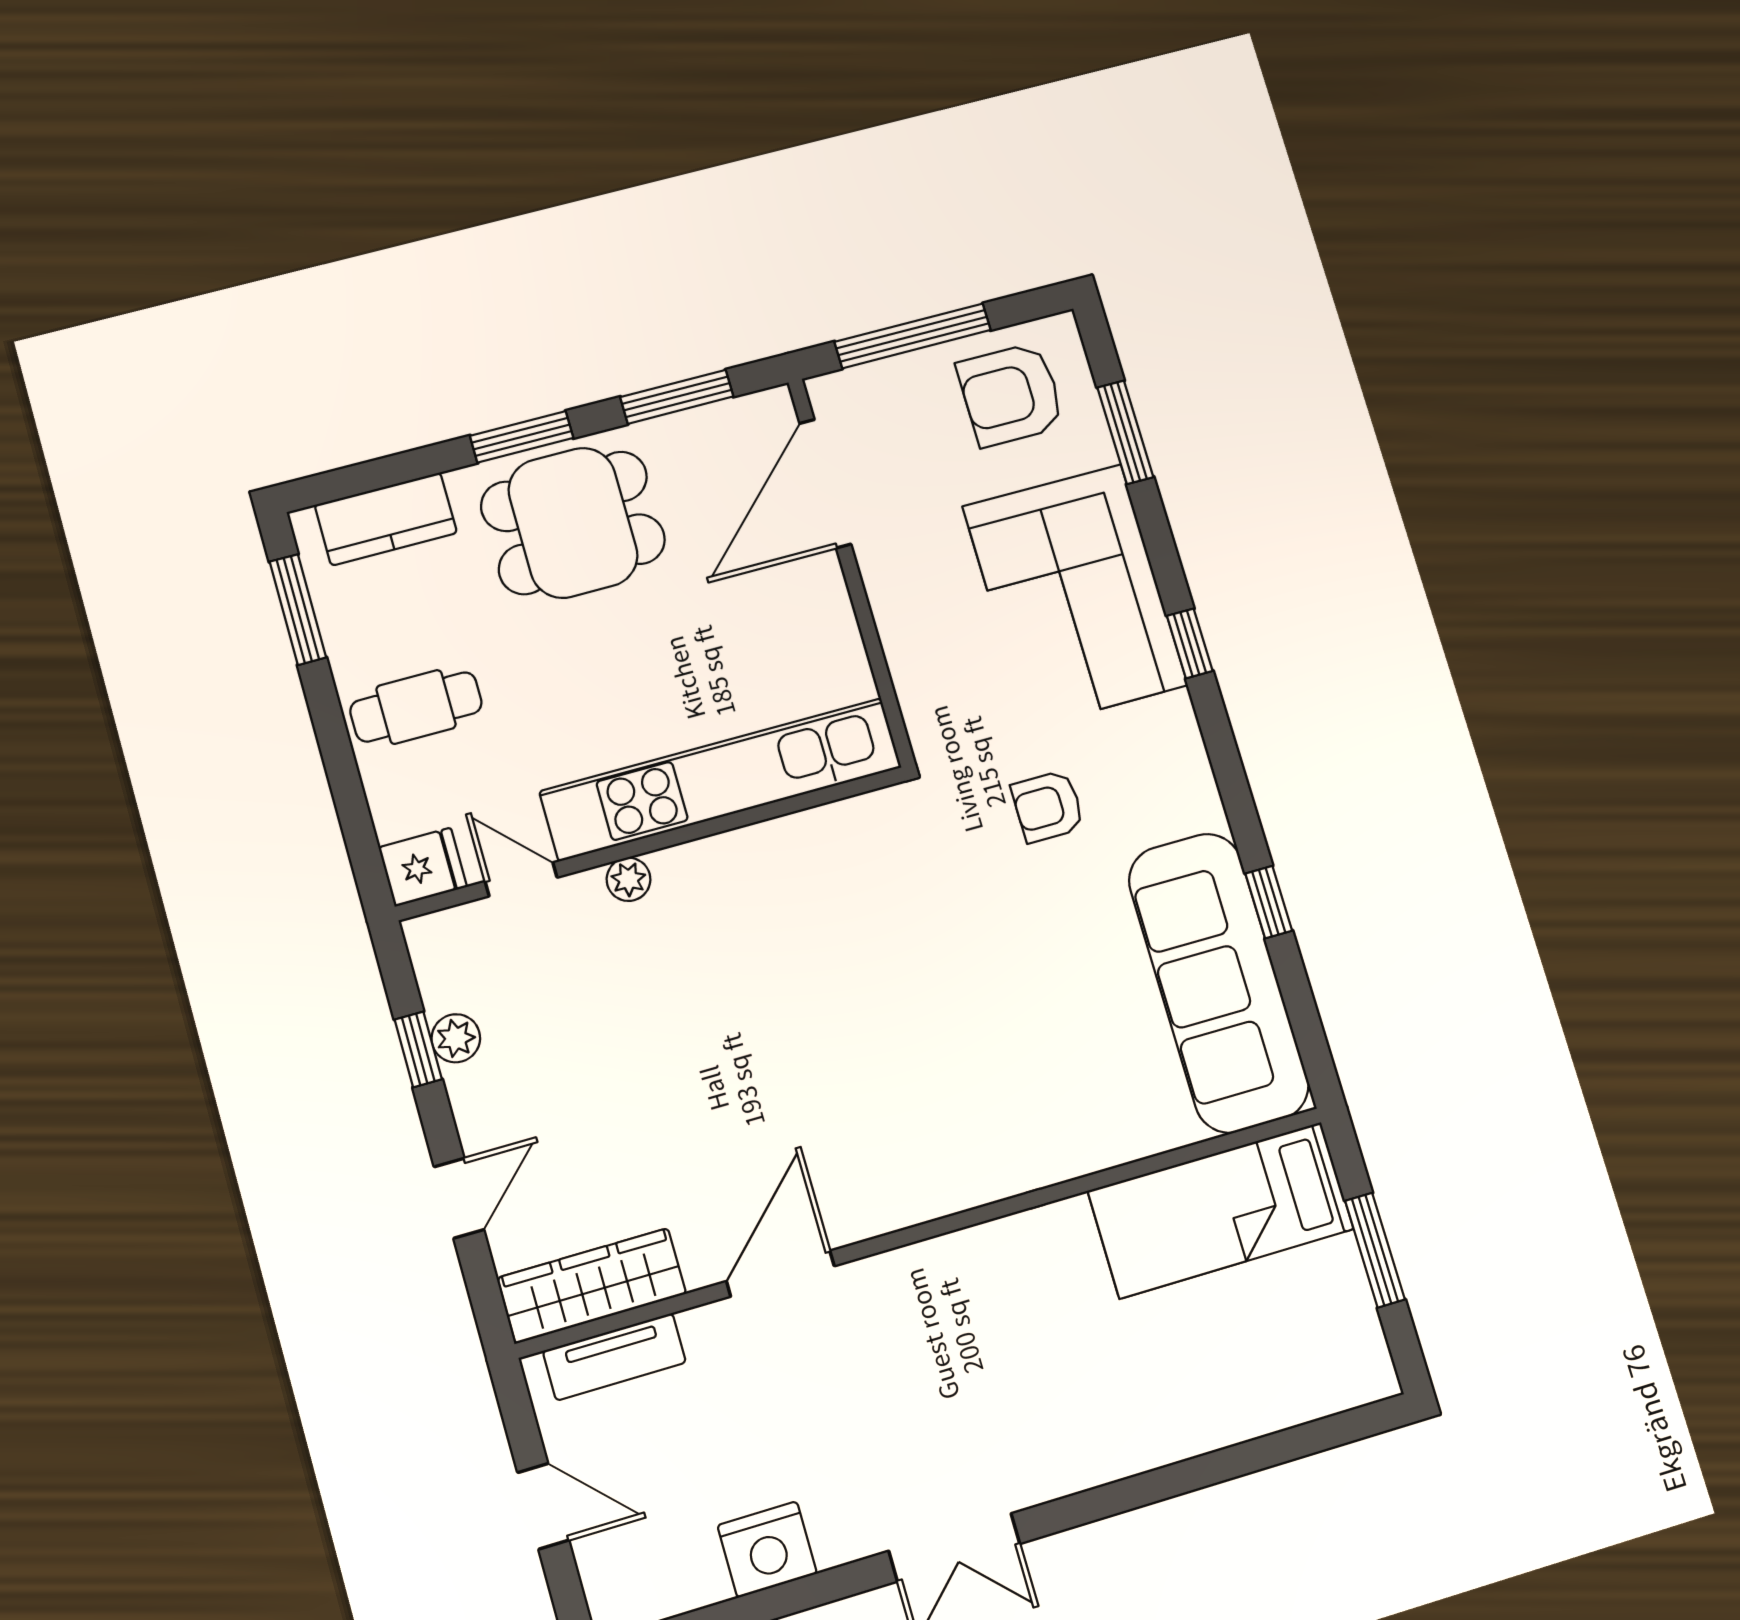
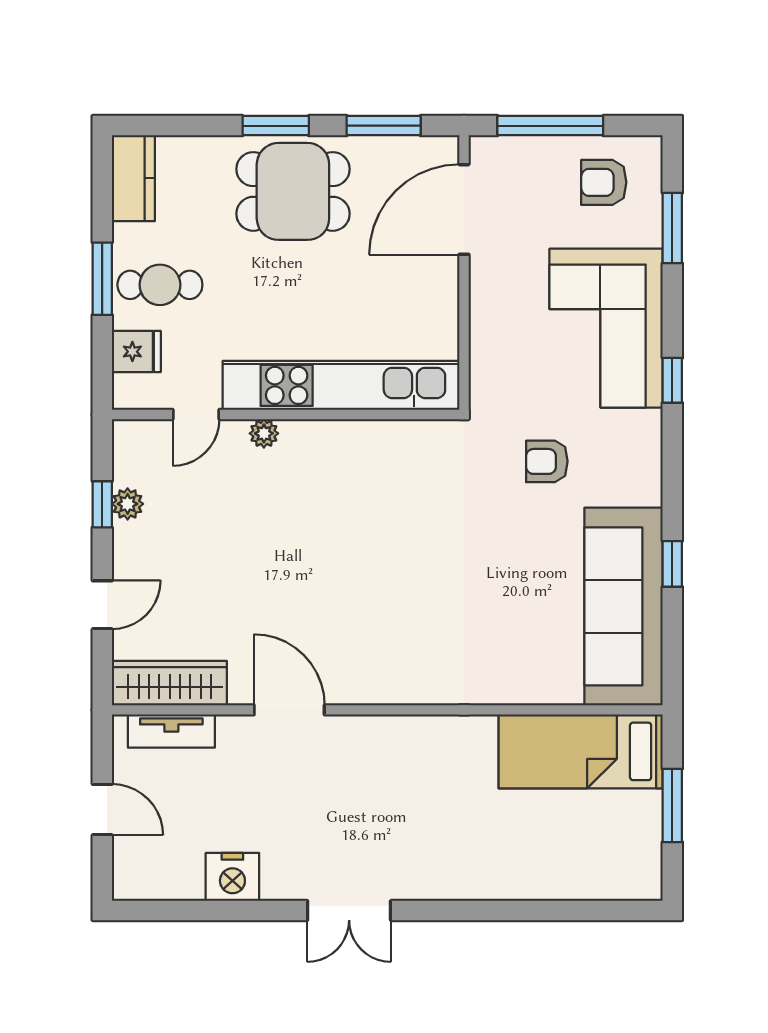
armchair: (1011, 395) -> (604, 182), width x0.72, depth x0.72
kitchen counter: (386, 519) -> (133, 178), moved, turned -90
window: (298, 610) -> (102, 279), moved
fridge: (423, 867) -> (136, 352), moved
door: (521, 879) -> (196, 414), swing flipped
door: (780, 1274) -> (289, 710), hinge flipped

